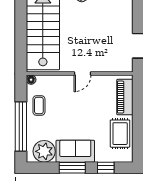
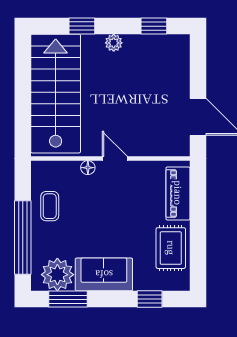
door: (83, 74) -> (115, 158), swing flipped
floor lamp: (31, 80) -> (88, 168), moved
window: (72, 168) -> (68, 299), moved

